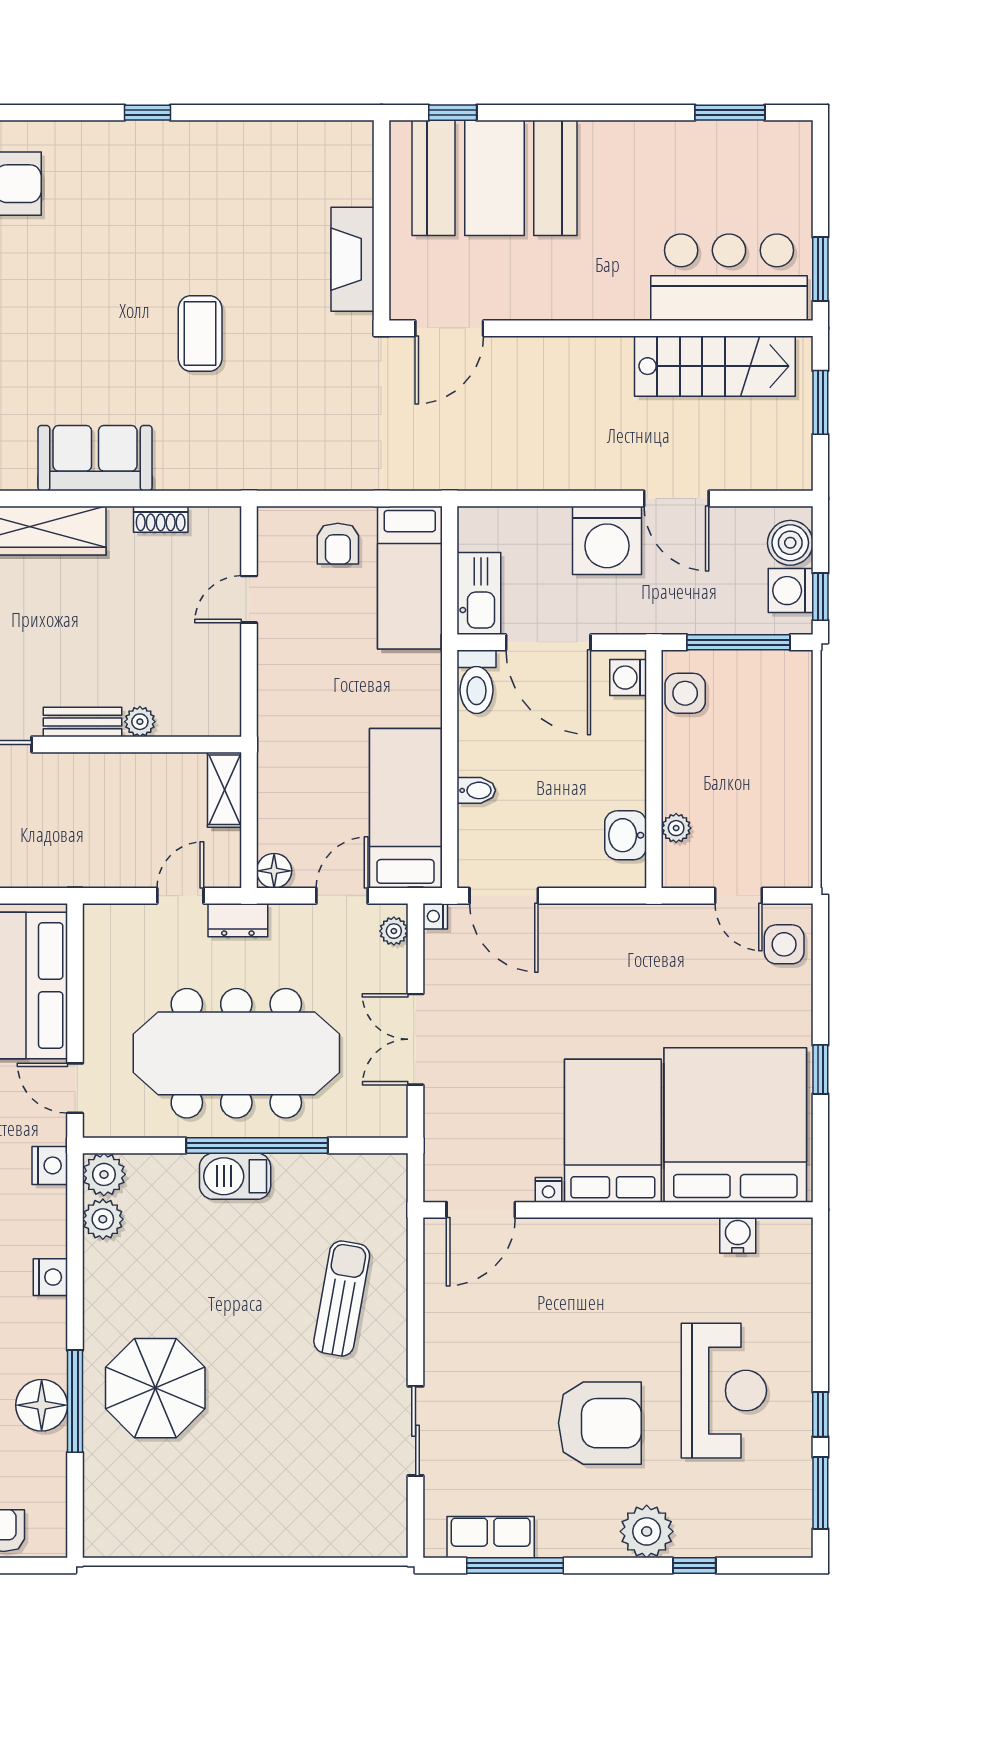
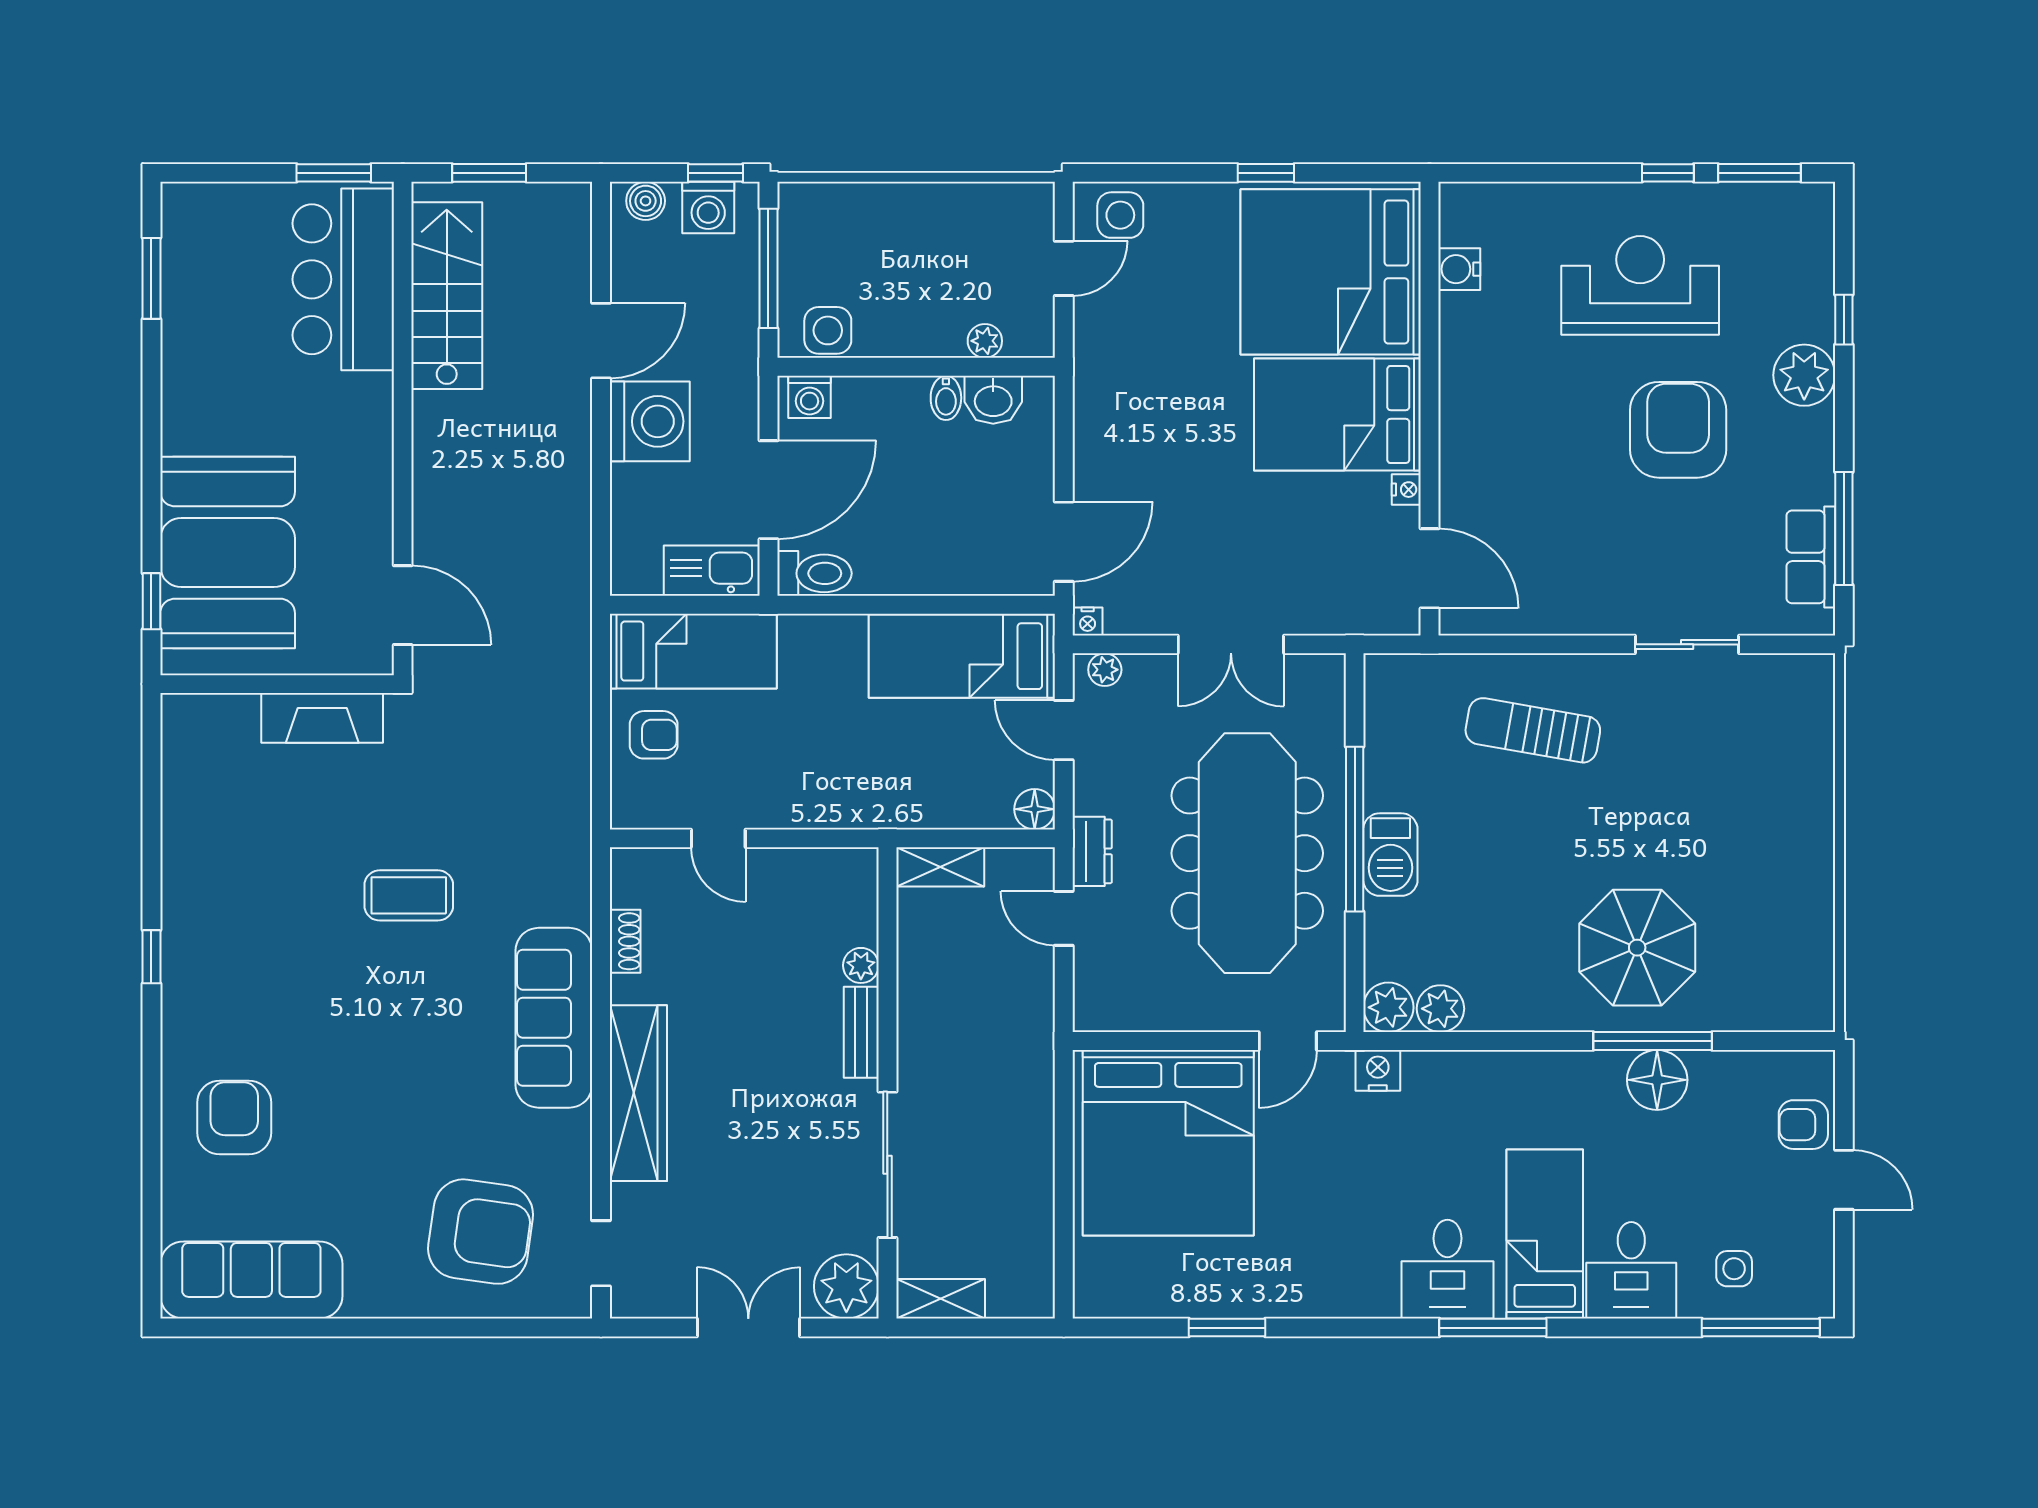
sofa: (95, 458) -> (554, 1018), width x1.36
boiler: (790, 543) -> (646, 201), width x0.73, depth x0.73
bidet: (476, 790) -> (946, 398), moved, turned 180
nightstand: (50, 1277) -> (1508, 1070), removed

